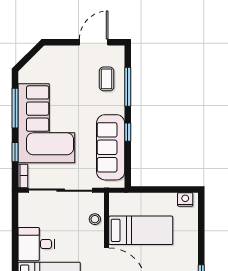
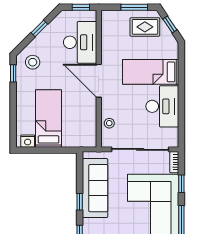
bed: (141, 230) -> (48, 118), moved, turned 90
desk: (36, 244) -> (162, 106), width x1.37

